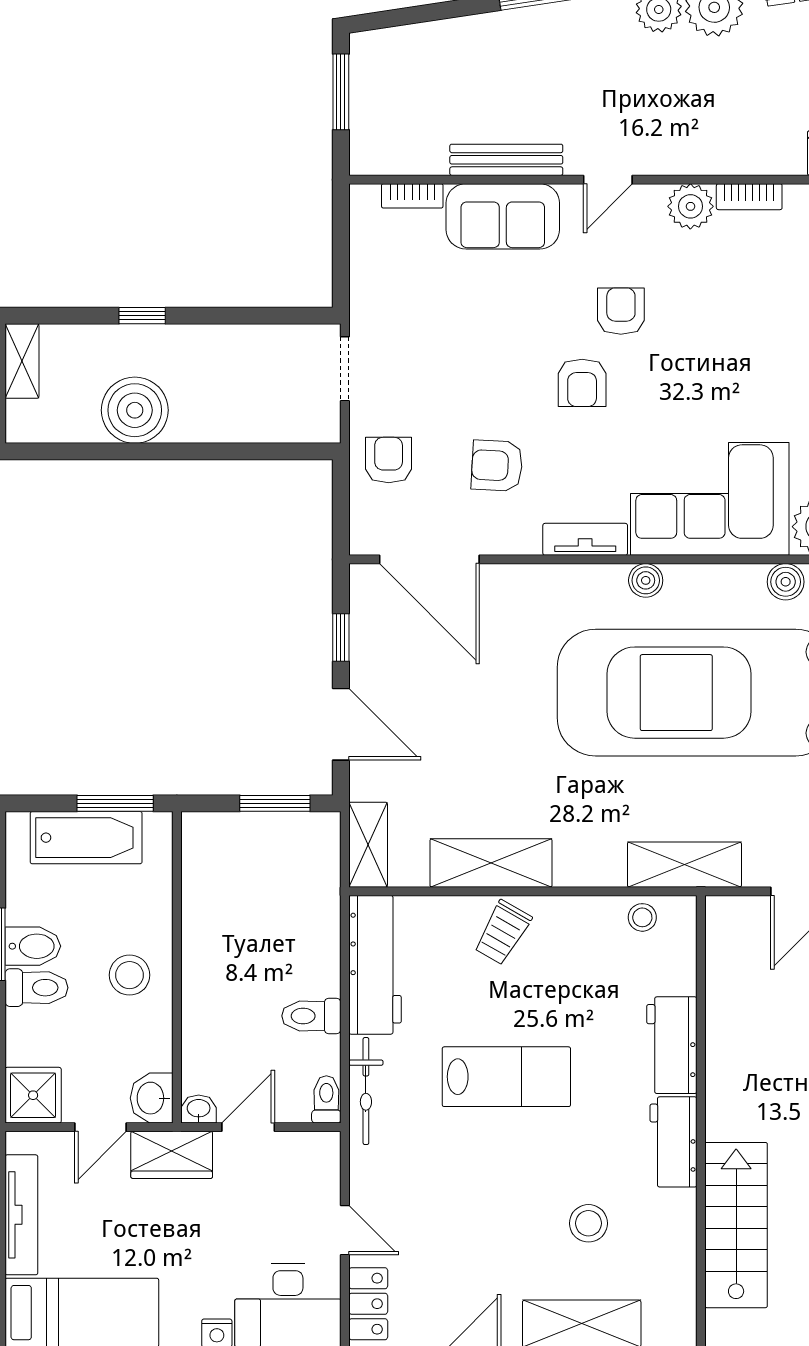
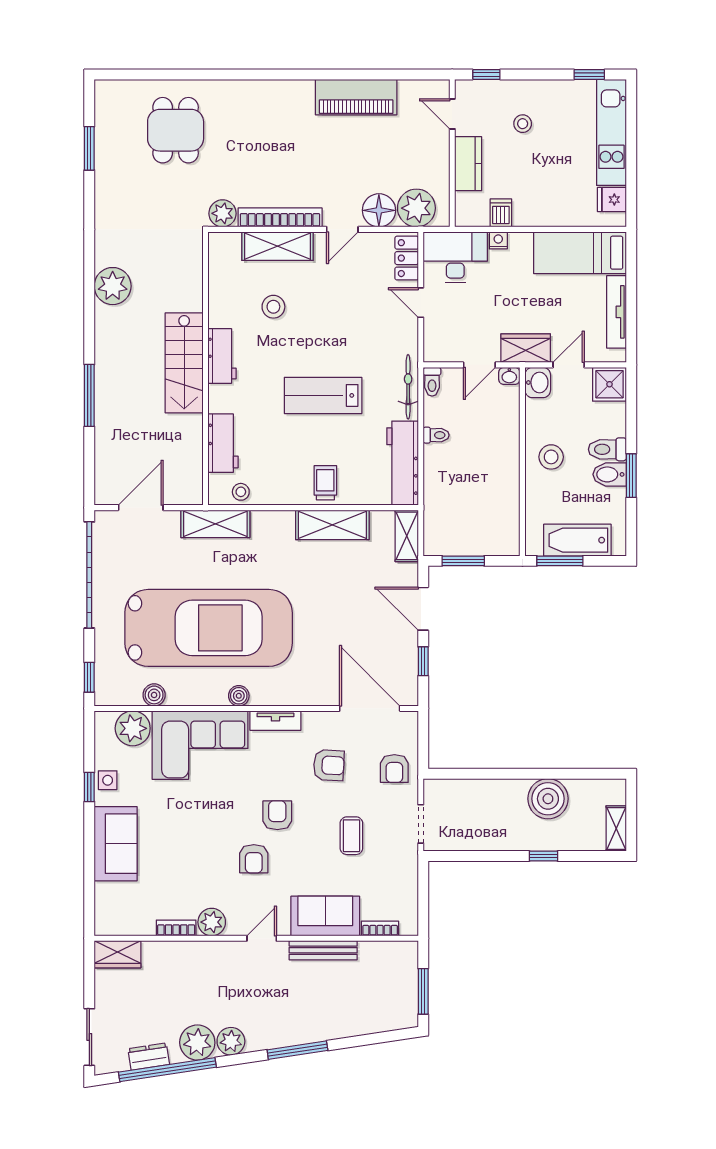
coffee table: (460, 349) -> (351, 836), added
trolley: (503, 932) -> (325, 483), turned -30
toilet: (311, 1016) -> (436, 435), width x0.73, depth x0.72
workbench: (672, 1045) -> (223, 443), moved
stairs: (736, 1225) -> (184, 363), moved

